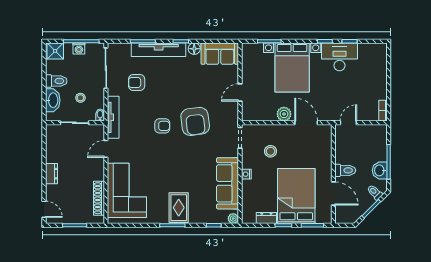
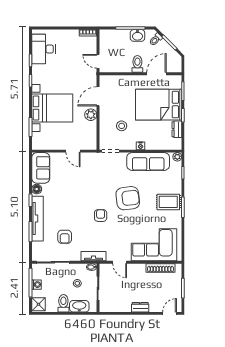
desk: (339, 57) -> (43, 49), moved
tv unit: (113, 117) -> (93, 256), width x0.71
armchair: (195, 121) -> (128, 198), moved

